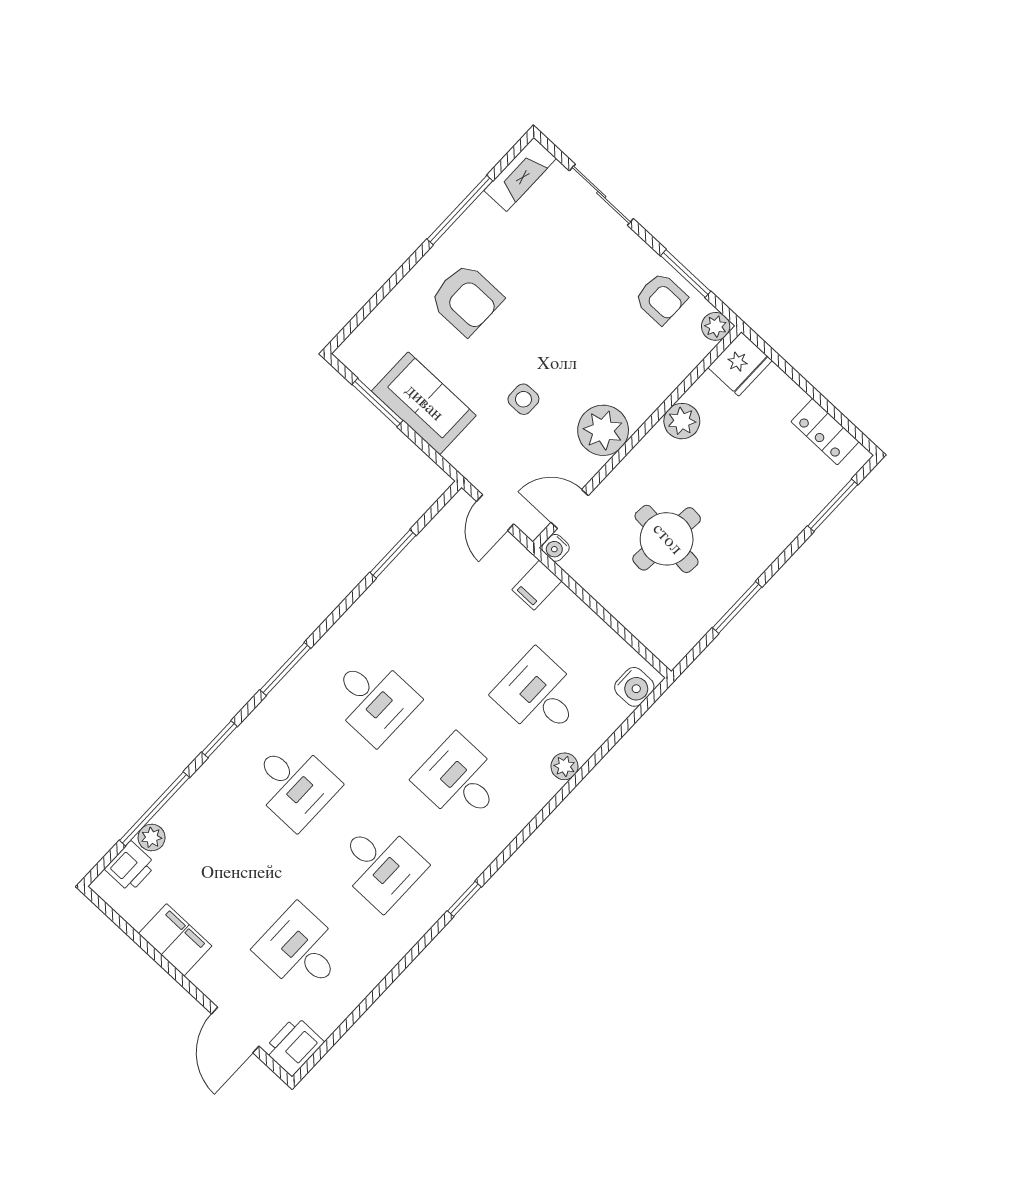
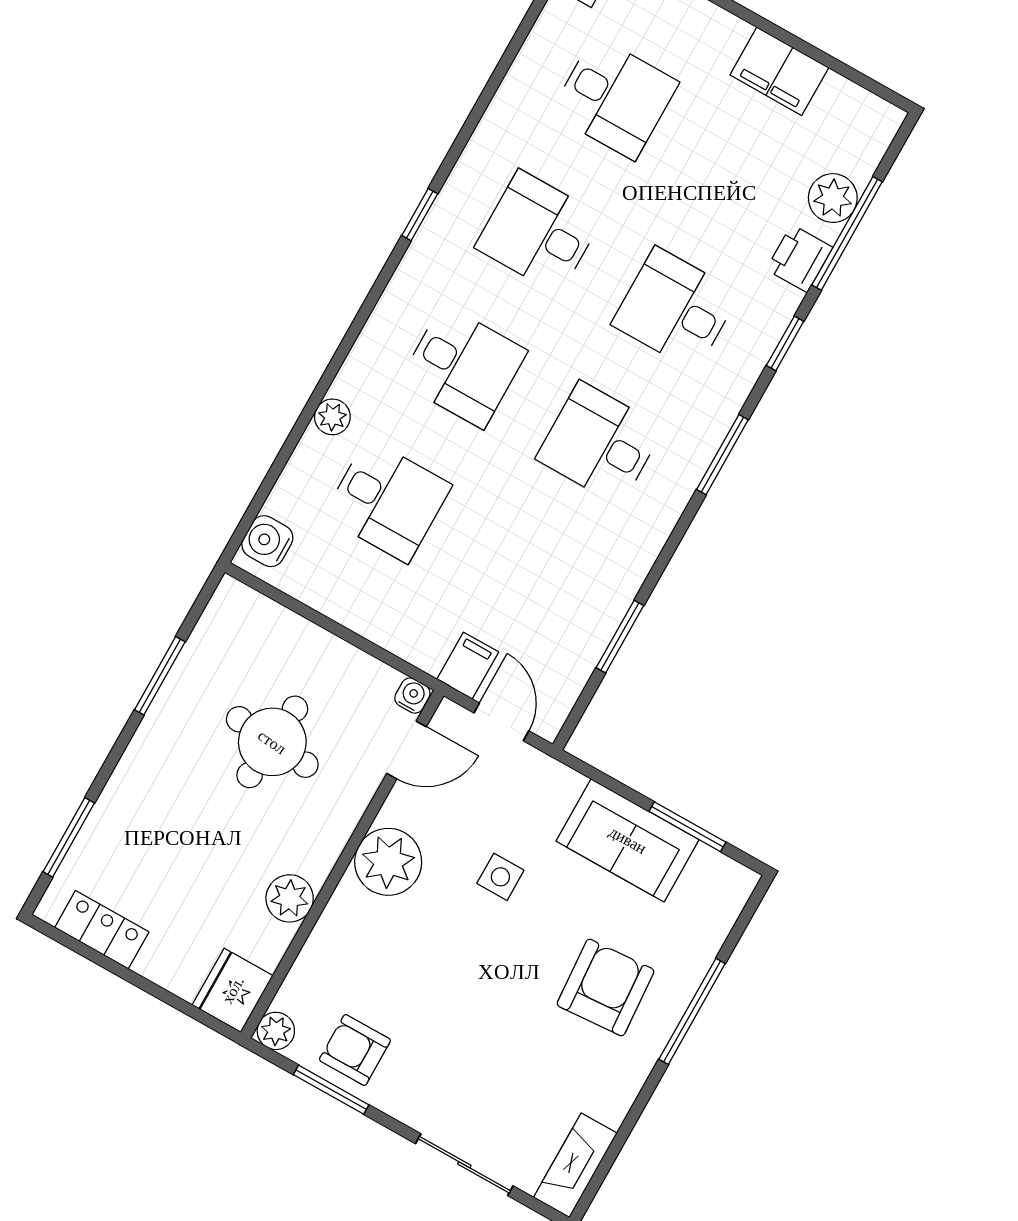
window: (460, 210) -> (692, 1011), moved
armchair: (466, 299) -> (606, 988), turned 86
filing cabinet: (537, 585) -> (468, 666), moved
plant: (152, 838) -> (833, 198), width x1.38, depth x1.38
printer: (130, 867) -> (799, 258), moved

